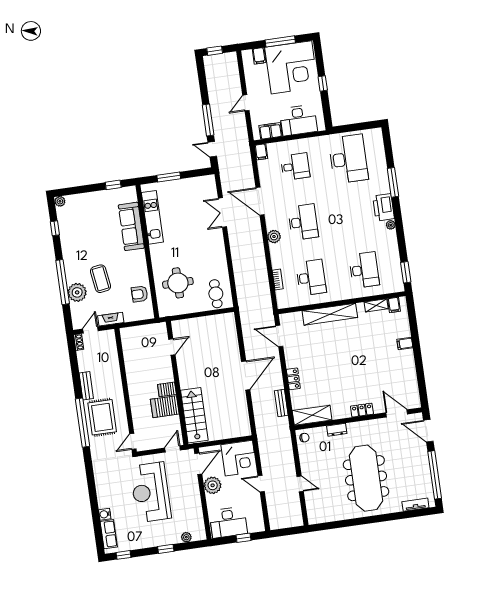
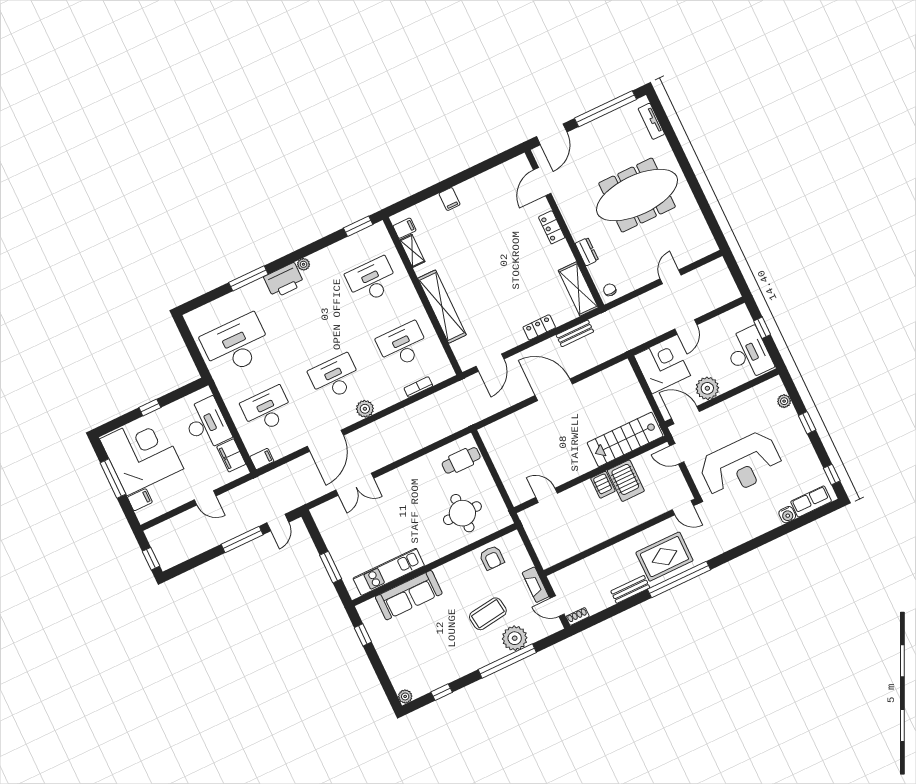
desk: (295, 167) -> (267, 410), width x1.37

